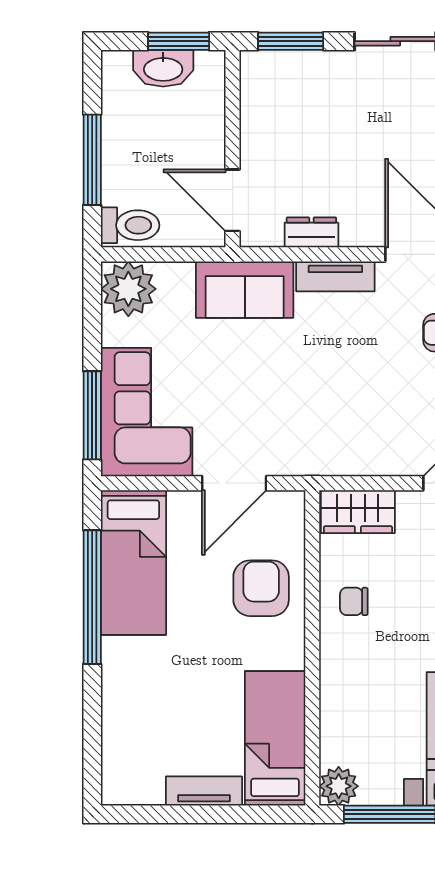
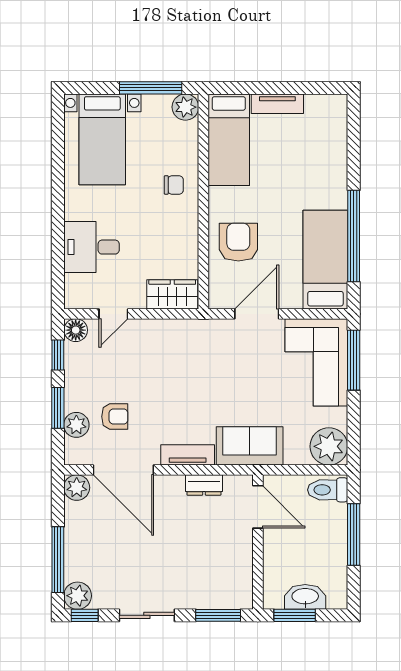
armchair: (261, 588) -> (238, 242), turned 180
chair: (354, 601) -> (174, 185), moved

